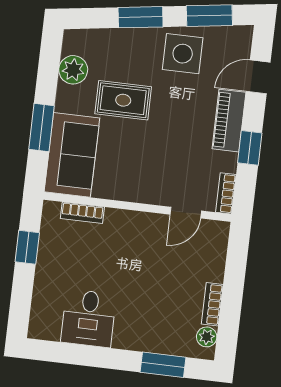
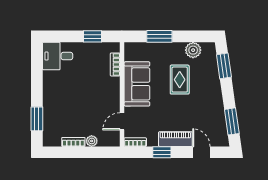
window: (141, 17) -> (224, 66), moved
side table: (183, 54) -> (209, 109), removed
sofa: (72, 155) -> (137, 84), moved, turned -90
door: (186, 213) -> (122, 121), hinge flipped
desk: (89, 318) -> (58, 56), moved
plant: (207, 337) -> (92, 141), moved

